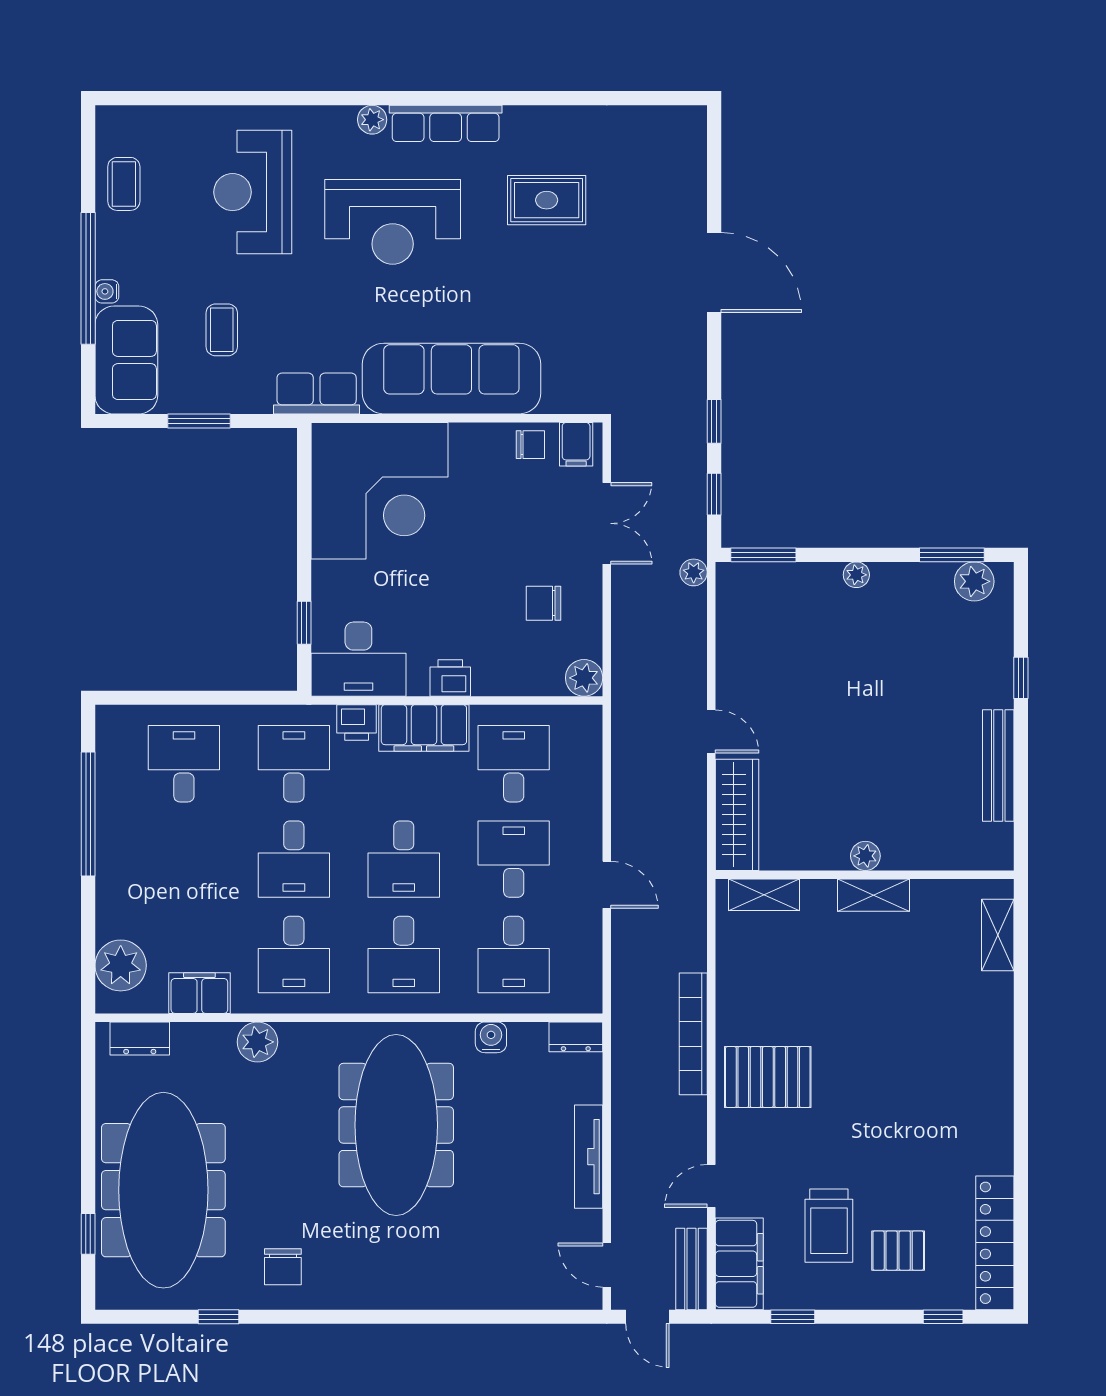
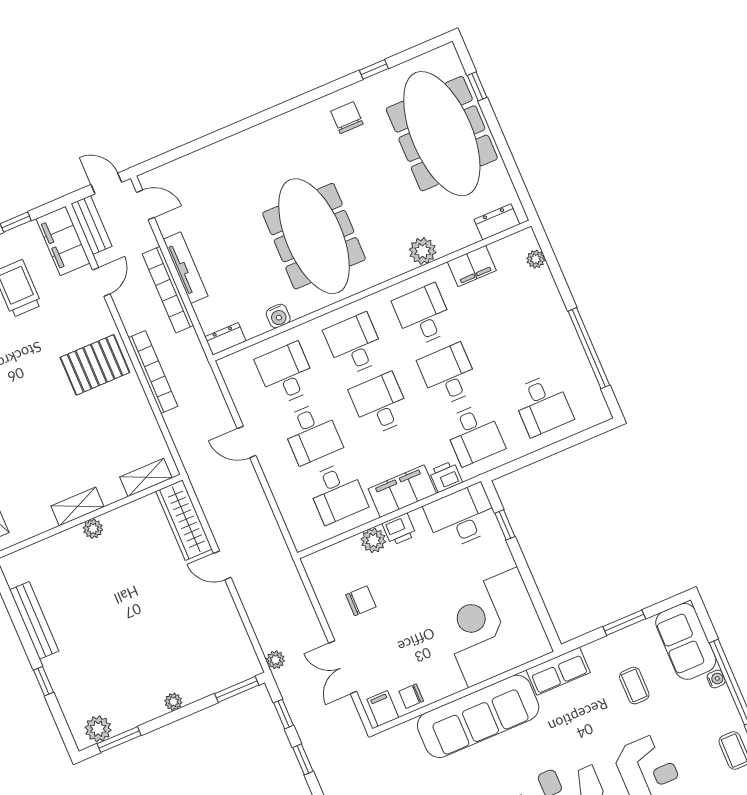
plant: (584, 678) -> (373, 540), moved
plant: (121, 965) -> (536, 259), width x0.53, depth x0.53
bookcase: (625, 1137) -> (168, 290), added

